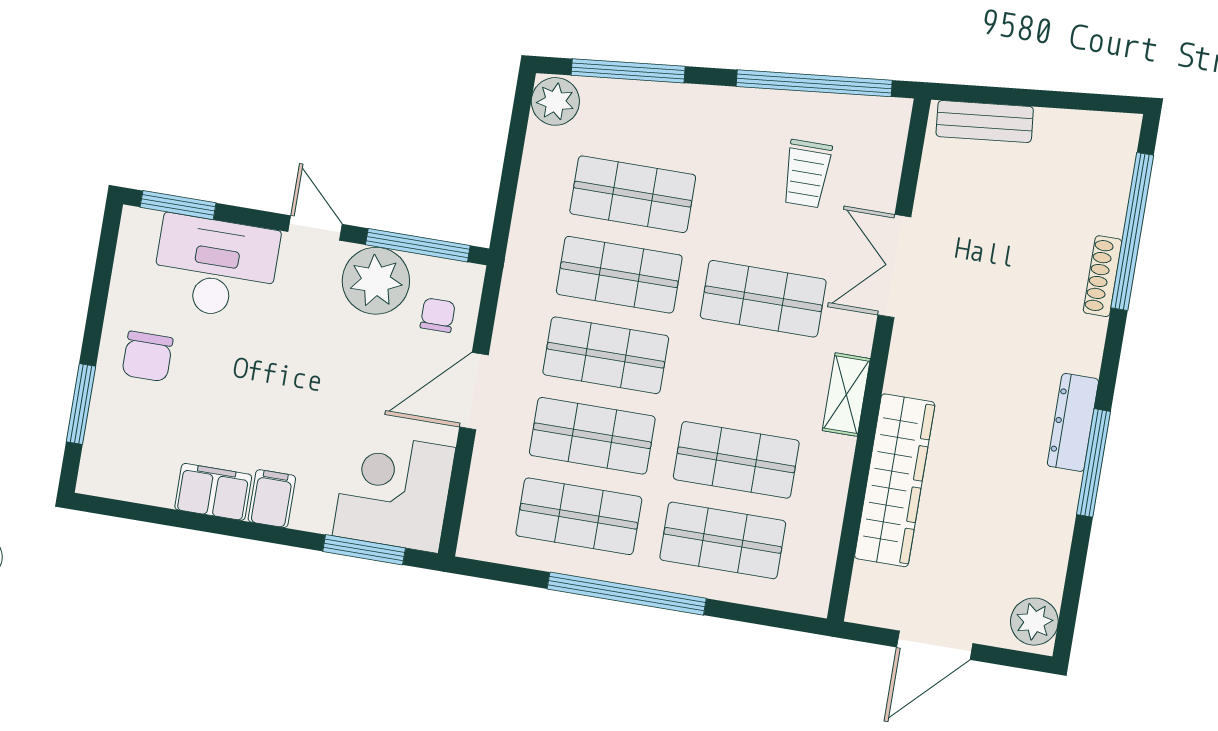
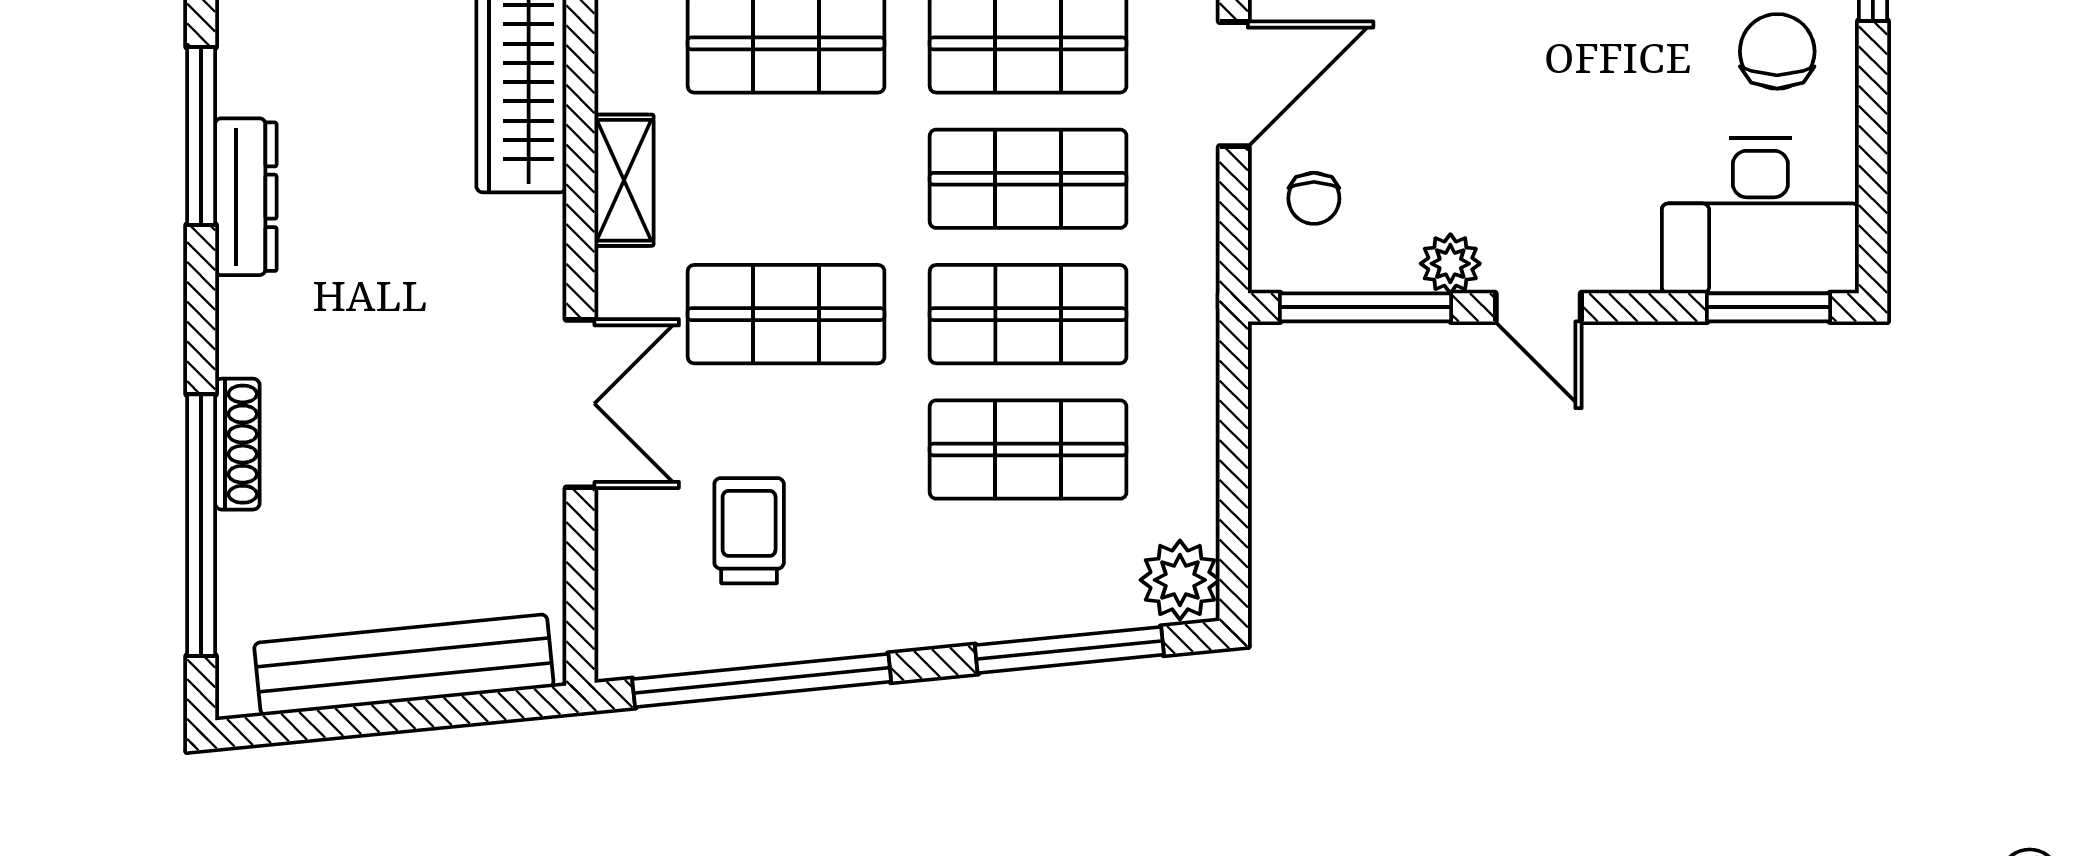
bench: (985, 122) -> (404, 665), width x1.86, depth x1.21
desk: (216, 267) -> (1760, 216), moved
plant: (376, 281) -> (1450, 264), width x0.53, depth x0.53

